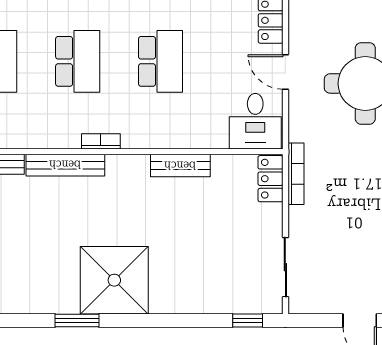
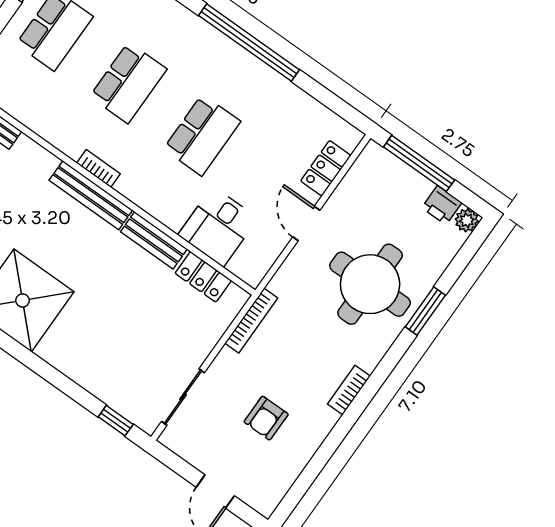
desk: (255, 121) -> (218, 227), moved
bench: (65, 165) -> (91, 195), moved
locker: (270, 179) -> (203, 277), moved, turned -90
armchair: (359, 239) -> (266, 418), added

